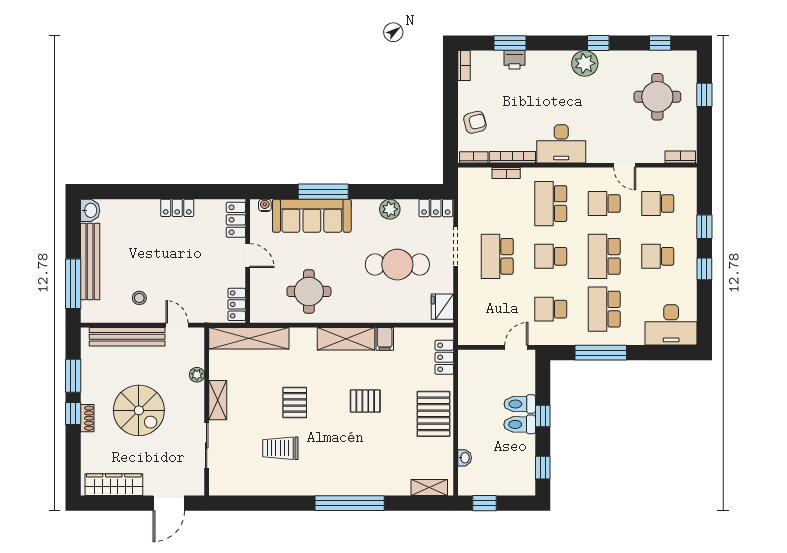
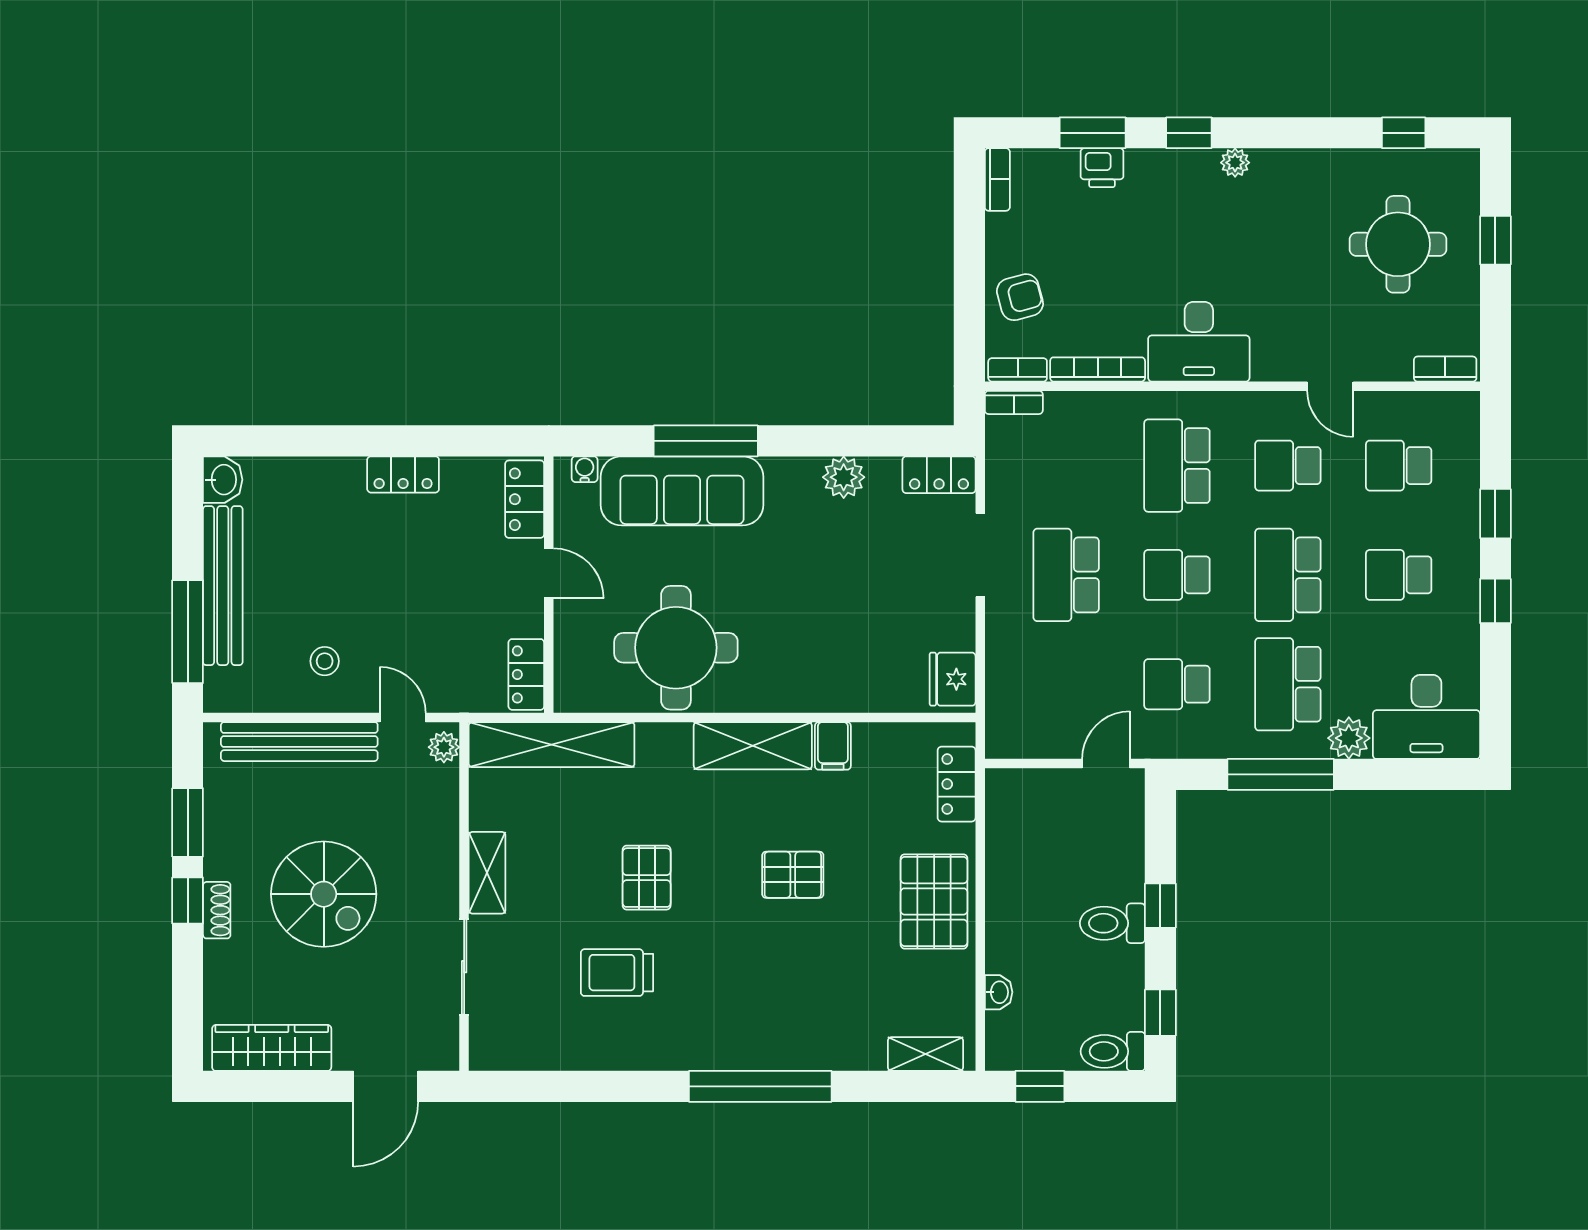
window: (598, 43) -> (1189, 133), moved
plant: (585, 63) -> (1235, 163), width x0.53, depth x0.53
bookcase: (506, 173) -> (1014, 402), moved
cafe table: (397, 265) -> (859, 592), removed
round table: (309, 291) -> (676, 648), width x1.36, depth x1.36
plant: (634, 335) -> (1349, 738), added
plant: (197, 375) -> (444, 747), moved
toilet: (520, 404) -> (1113, 1051), moved

